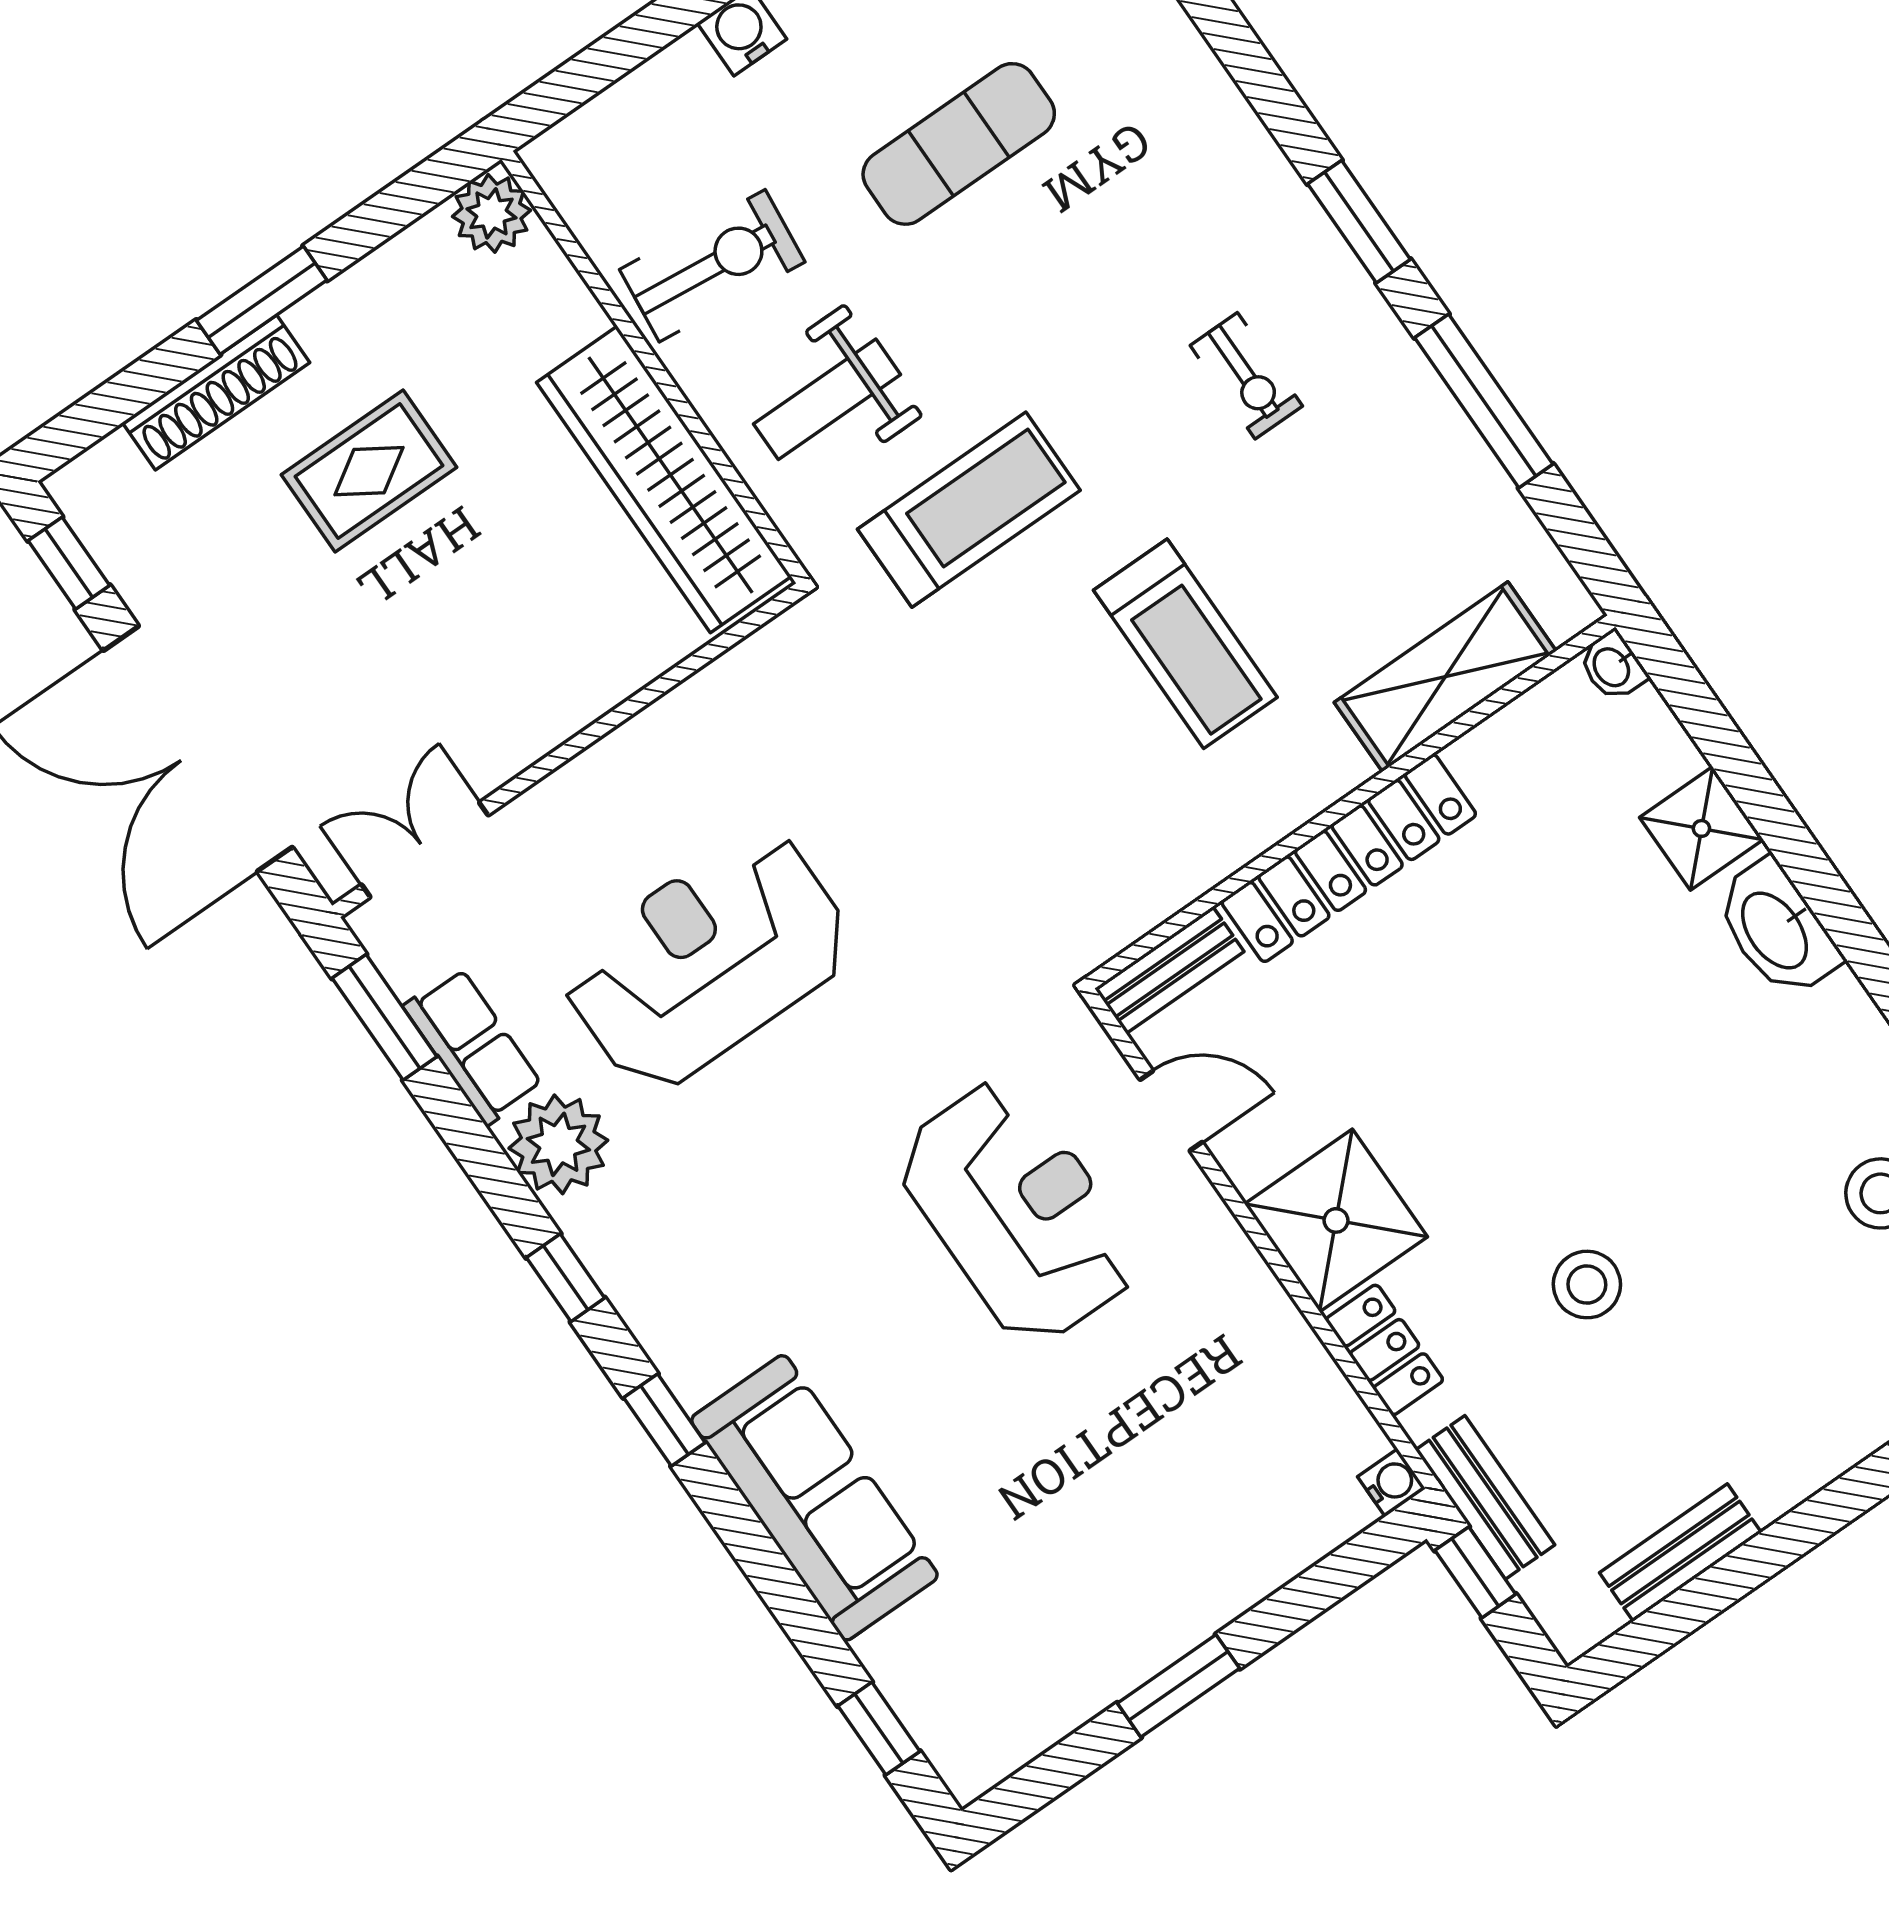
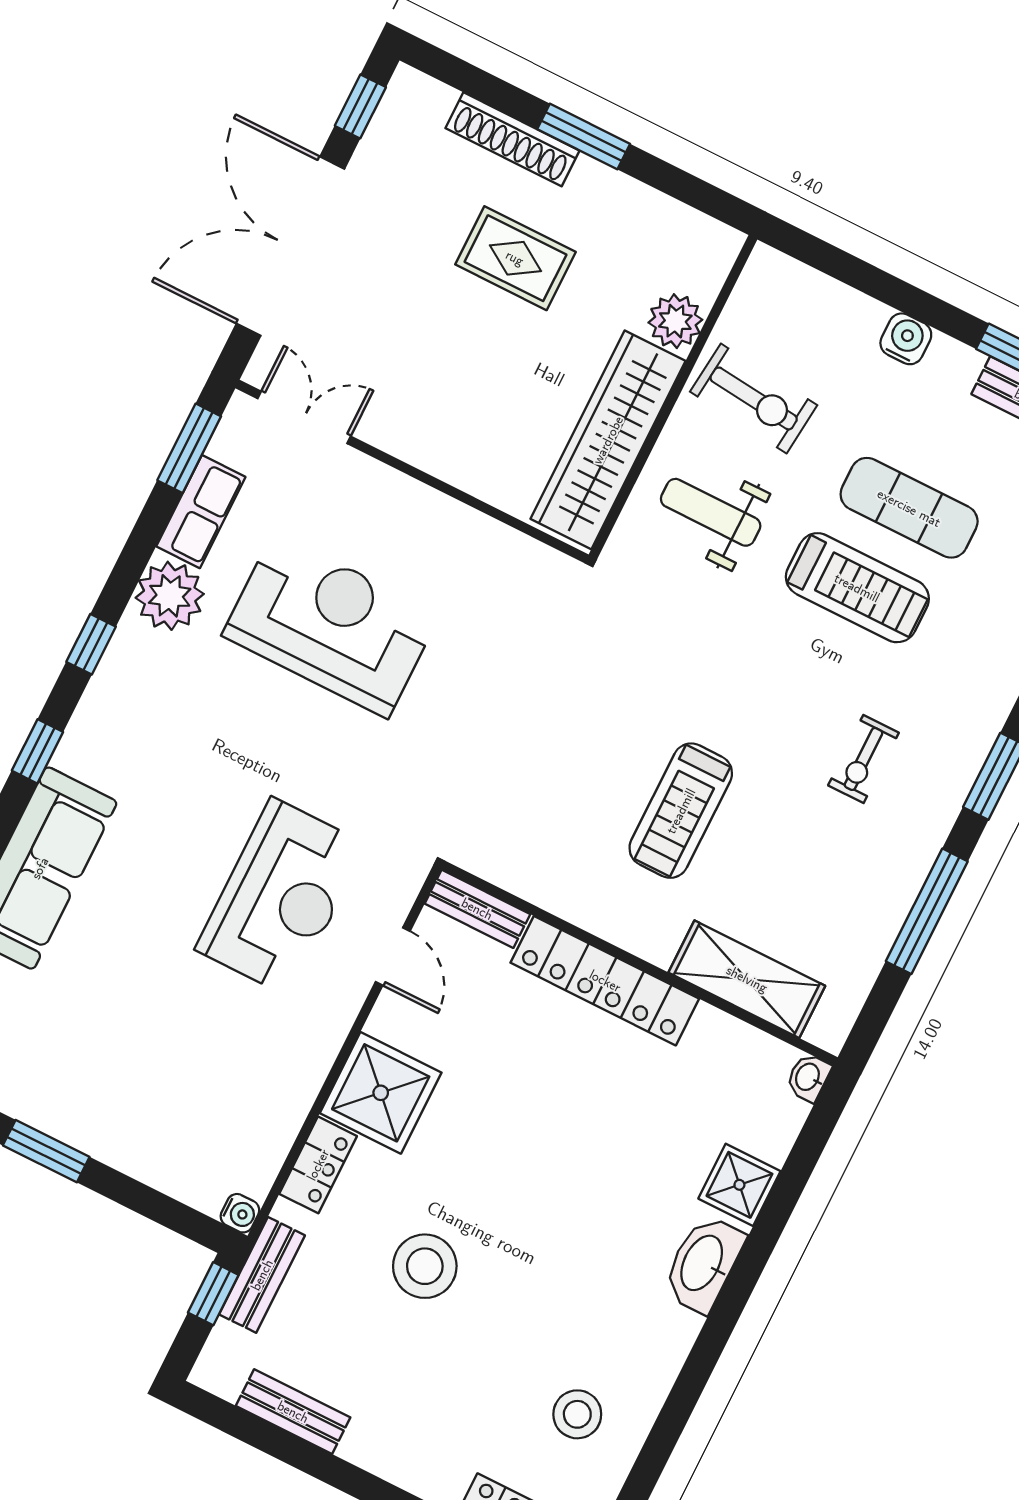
plant: (492, 213) -> (675, 321), moved
treadmill: (969, 510) -> (857, 588), moved
stool: (1587, 1285) -> (425, 1266), width x1.38, depth x1.38

